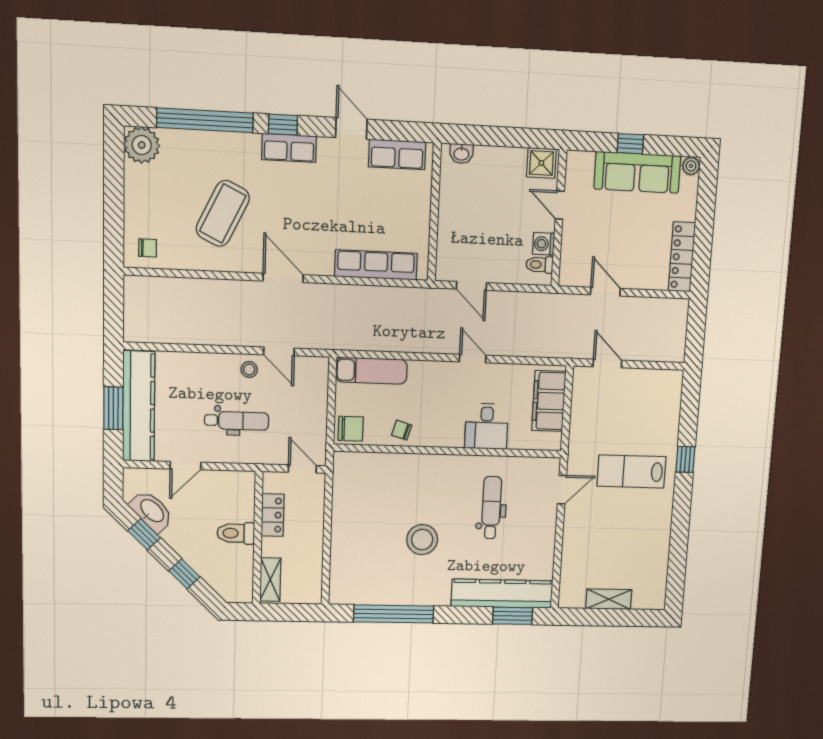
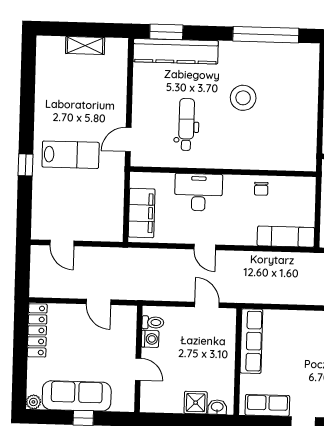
shower: (541, 163) -> (196, 403), moved
row of seats: (376, 265) -> (251, 341), moved, turned -90
door: (607, 364) -> (62, 243), moved
desk: (487, 426) -> (199, 192), width x1.37
chair: (351, 429) -> (302, 190), removed
chair: (402, 430) -> (261, 189), turned 73
dental chair: (491, 508) -> (186, 124), turned 180

